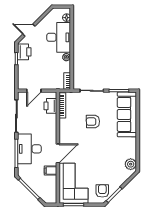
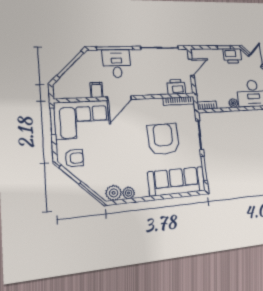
door: (34, 91) -> (191, 67), swing flipped
armchair: (93, 121) -> (163, 139), width x1.88, depth x1.88
desk: (29, 149) -> (117, 64), width x0.73
door: (58, 153) -> (119, 98), hinge flipped
plant: (132, 153) -> (129, 193), added

